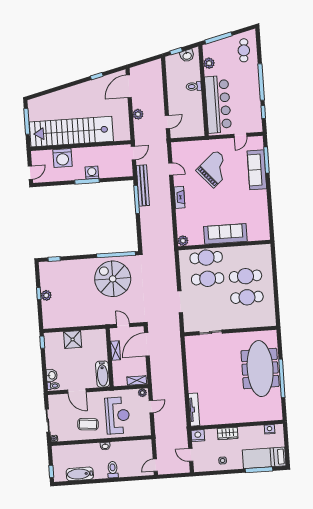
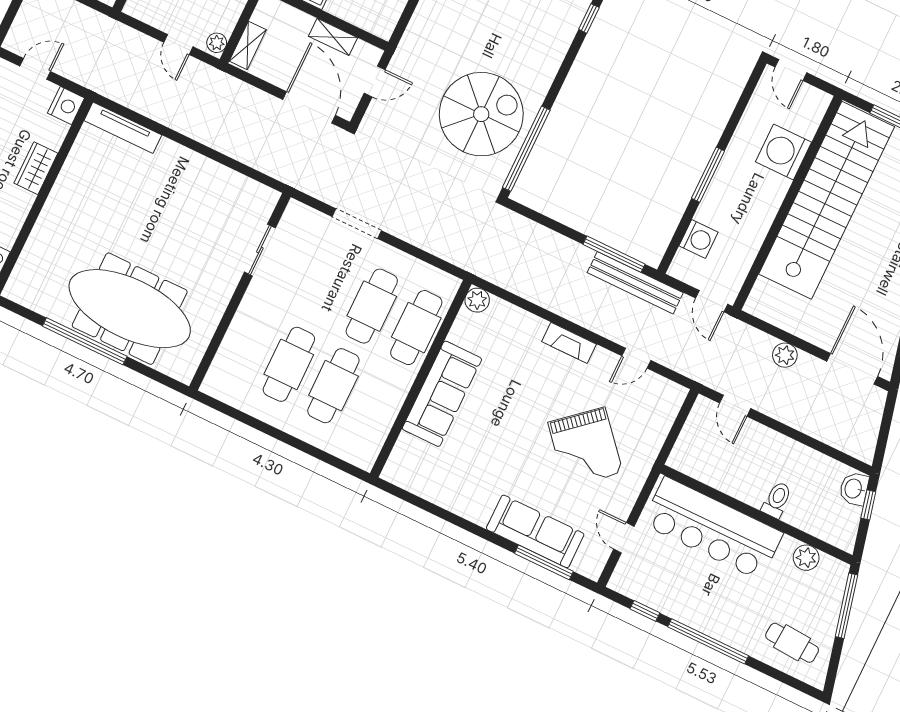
washbasin: (187, 56) -> (854, 489), moved
washing machine: (92, 173) -> (698, 239), moved

